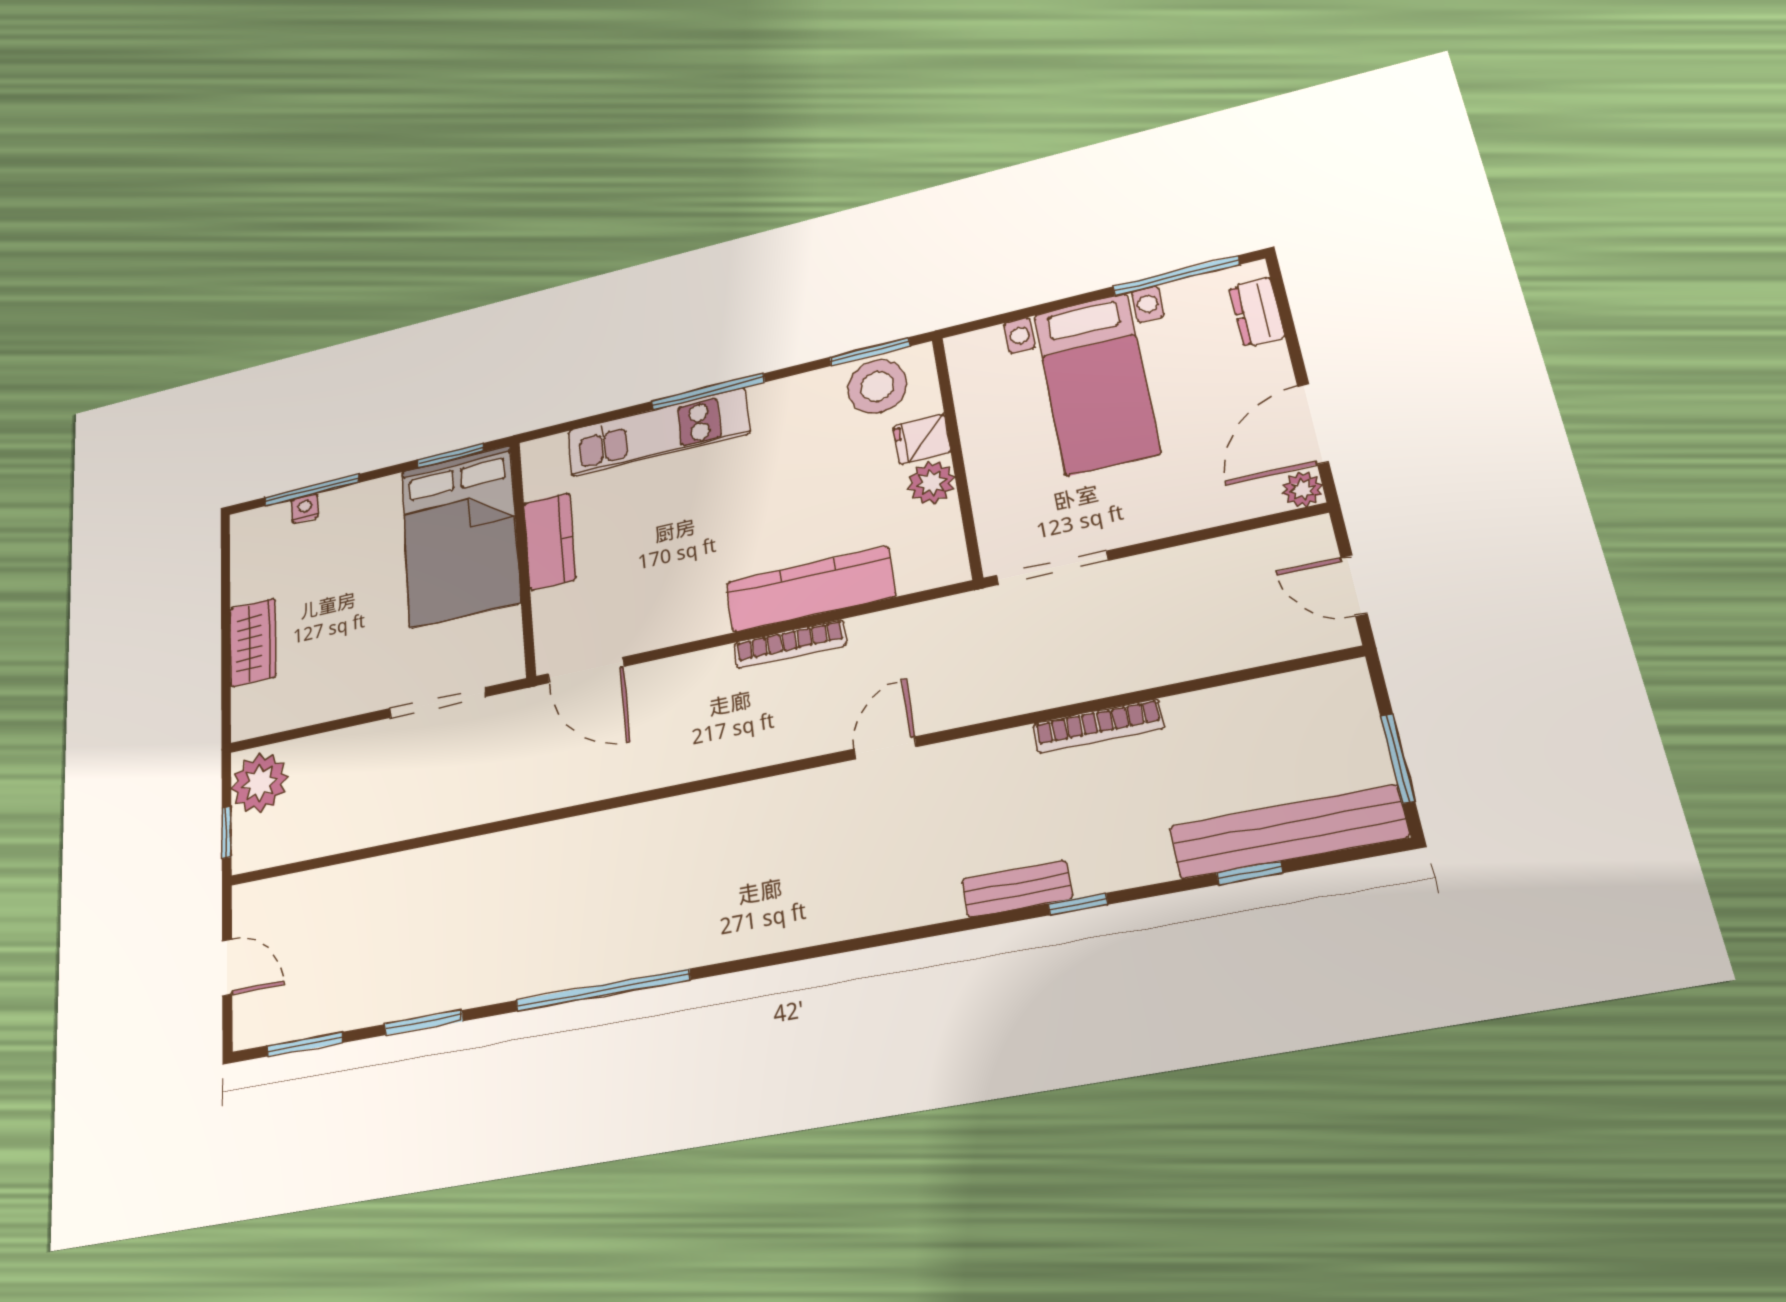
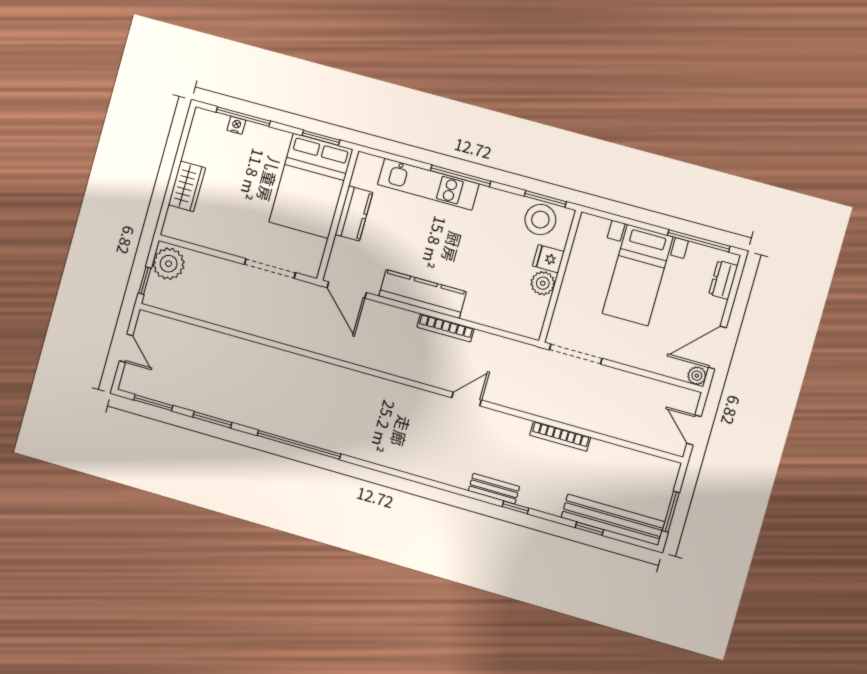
kitchen counter: (810, 589) -> (423, 294), moved

